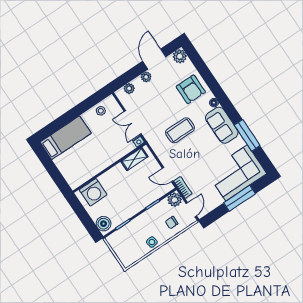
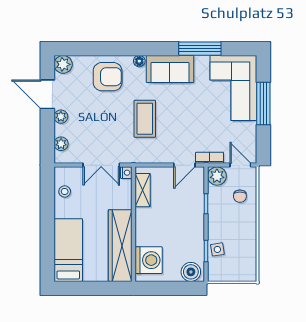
wardrobe: (90, 168) -> (120, 246), added
side table: (152, 242) -> (217, 249), moved

